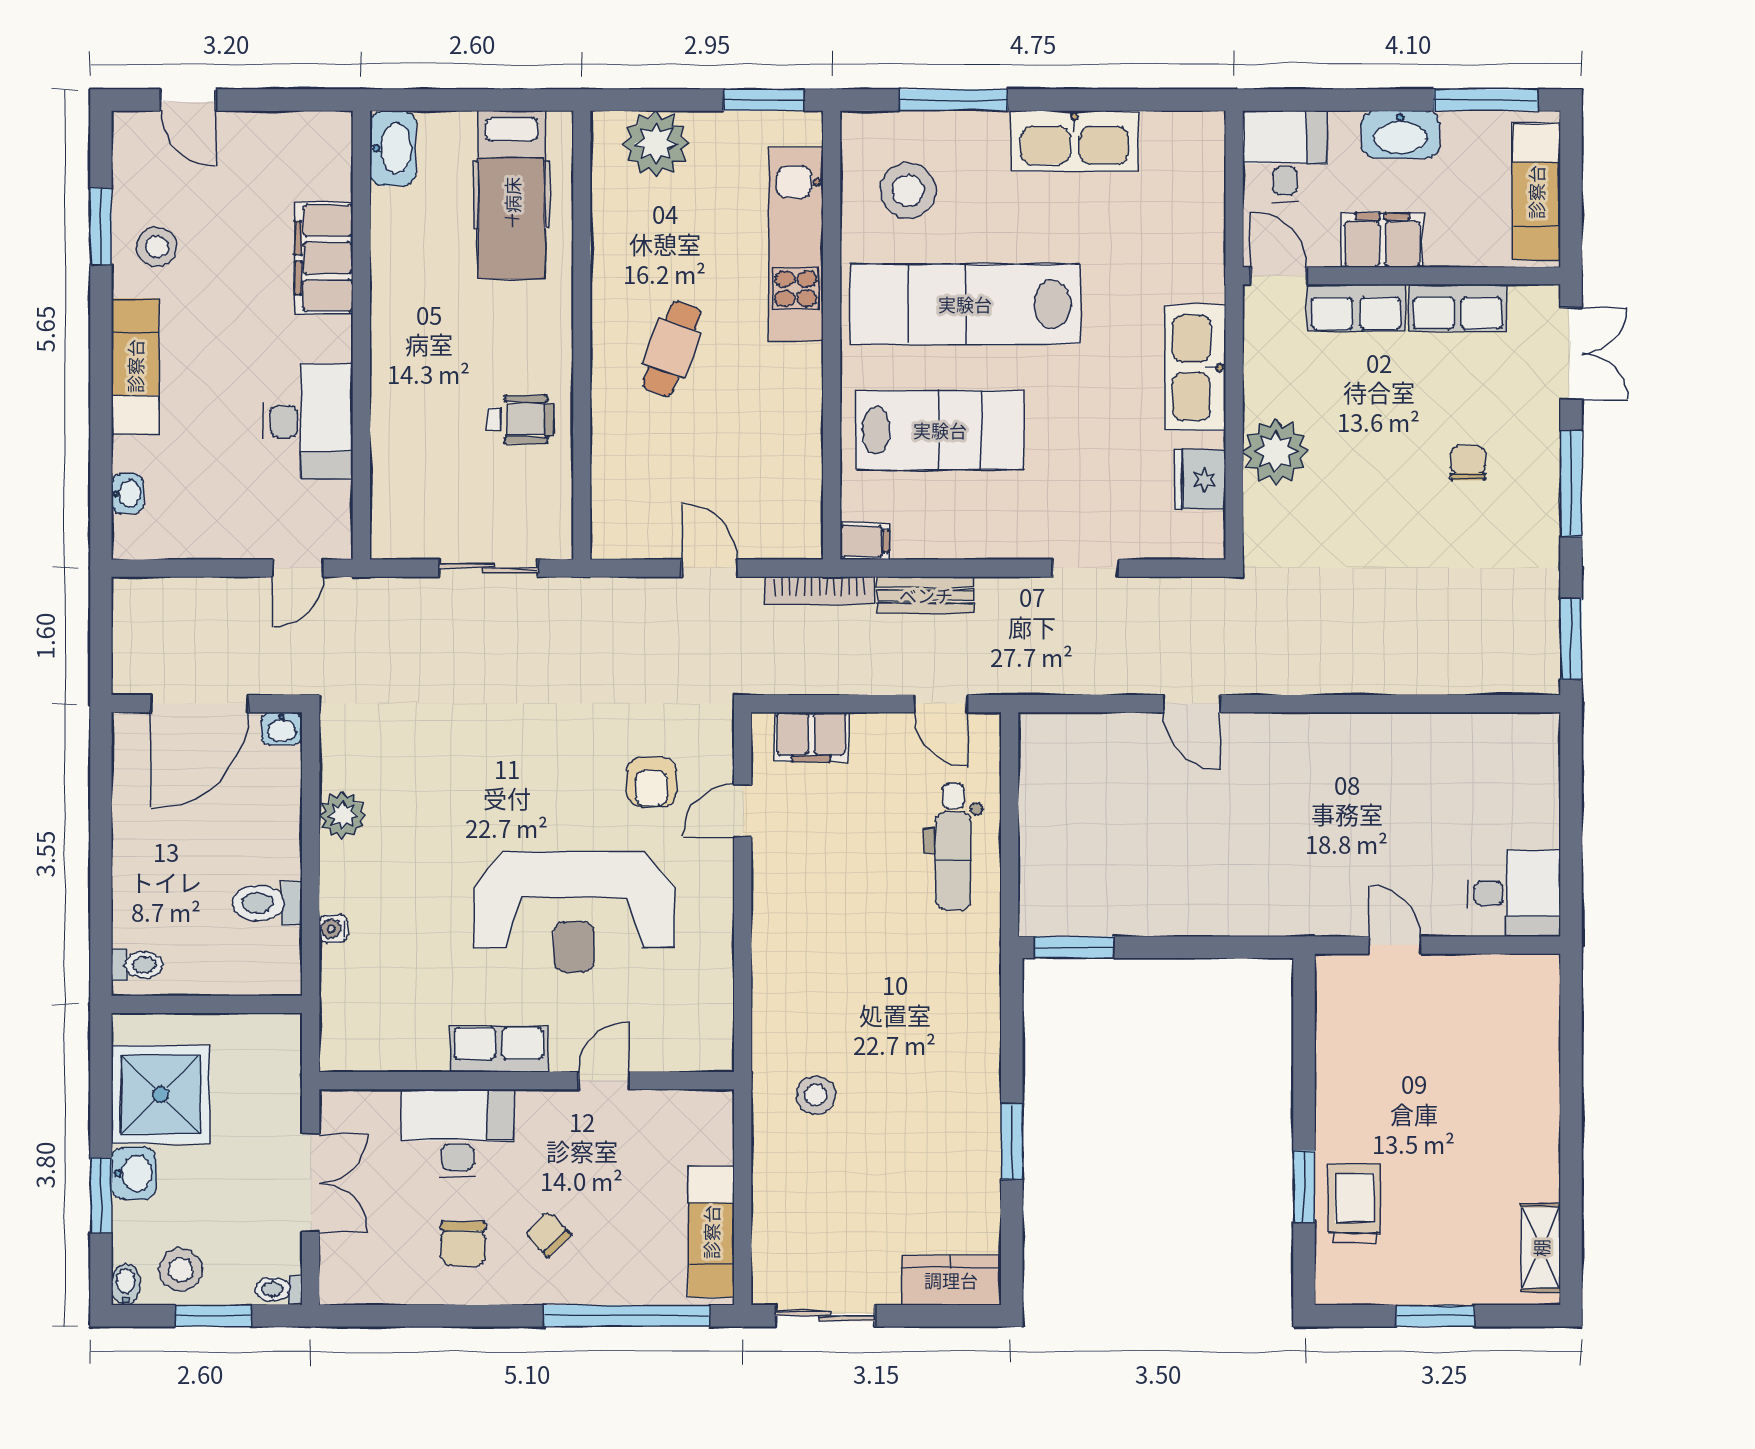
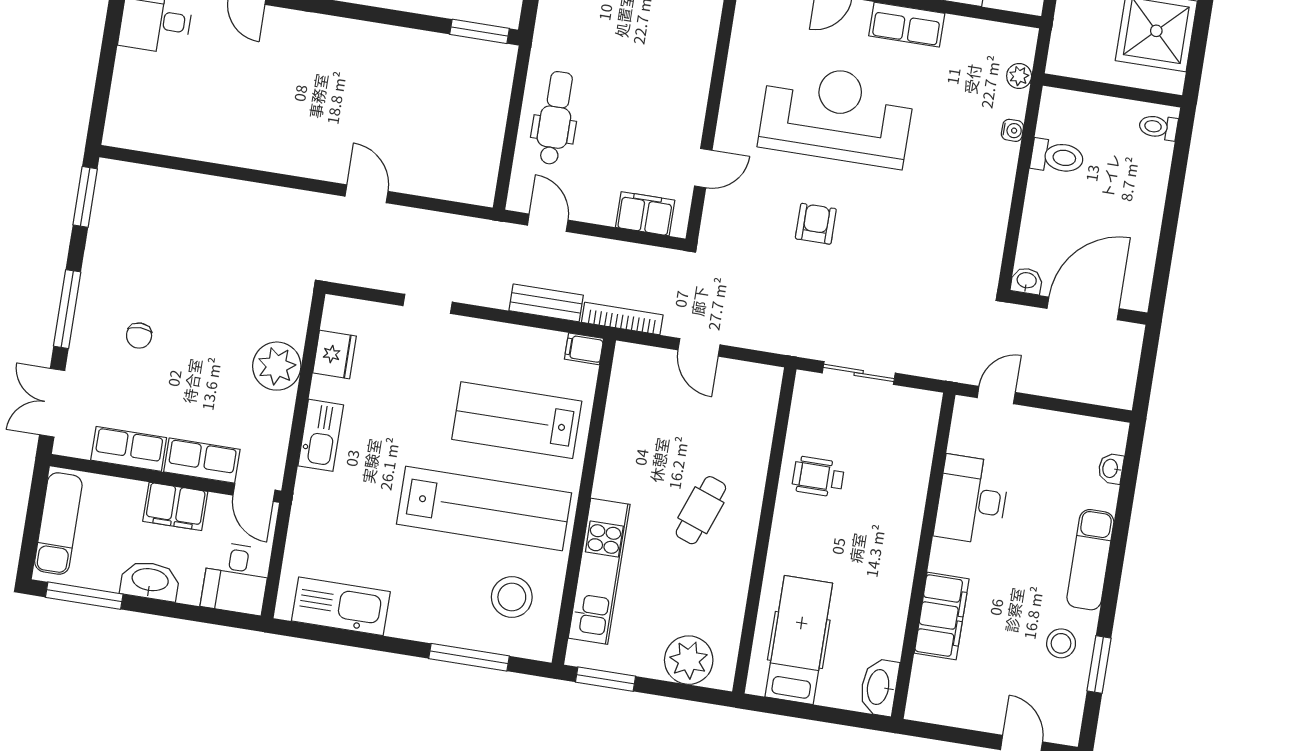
kitchen sink: (1075, 141) -> (341, 606), moved
kitchen sink: (1195, 368) -> (321, 435), width x0.73, depth x0.81
armchair: (652, 782) -> (816, 224), moved
plant: (342, 815) -> (1019, 76), moved, width x0.73, depth x0.73

